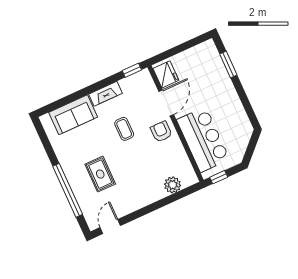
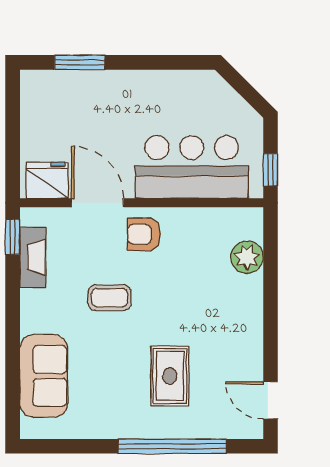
fireplace: (106, 94) -> (33, 257), moved
rug: (100, 174) -> (170, 376), turned 90

